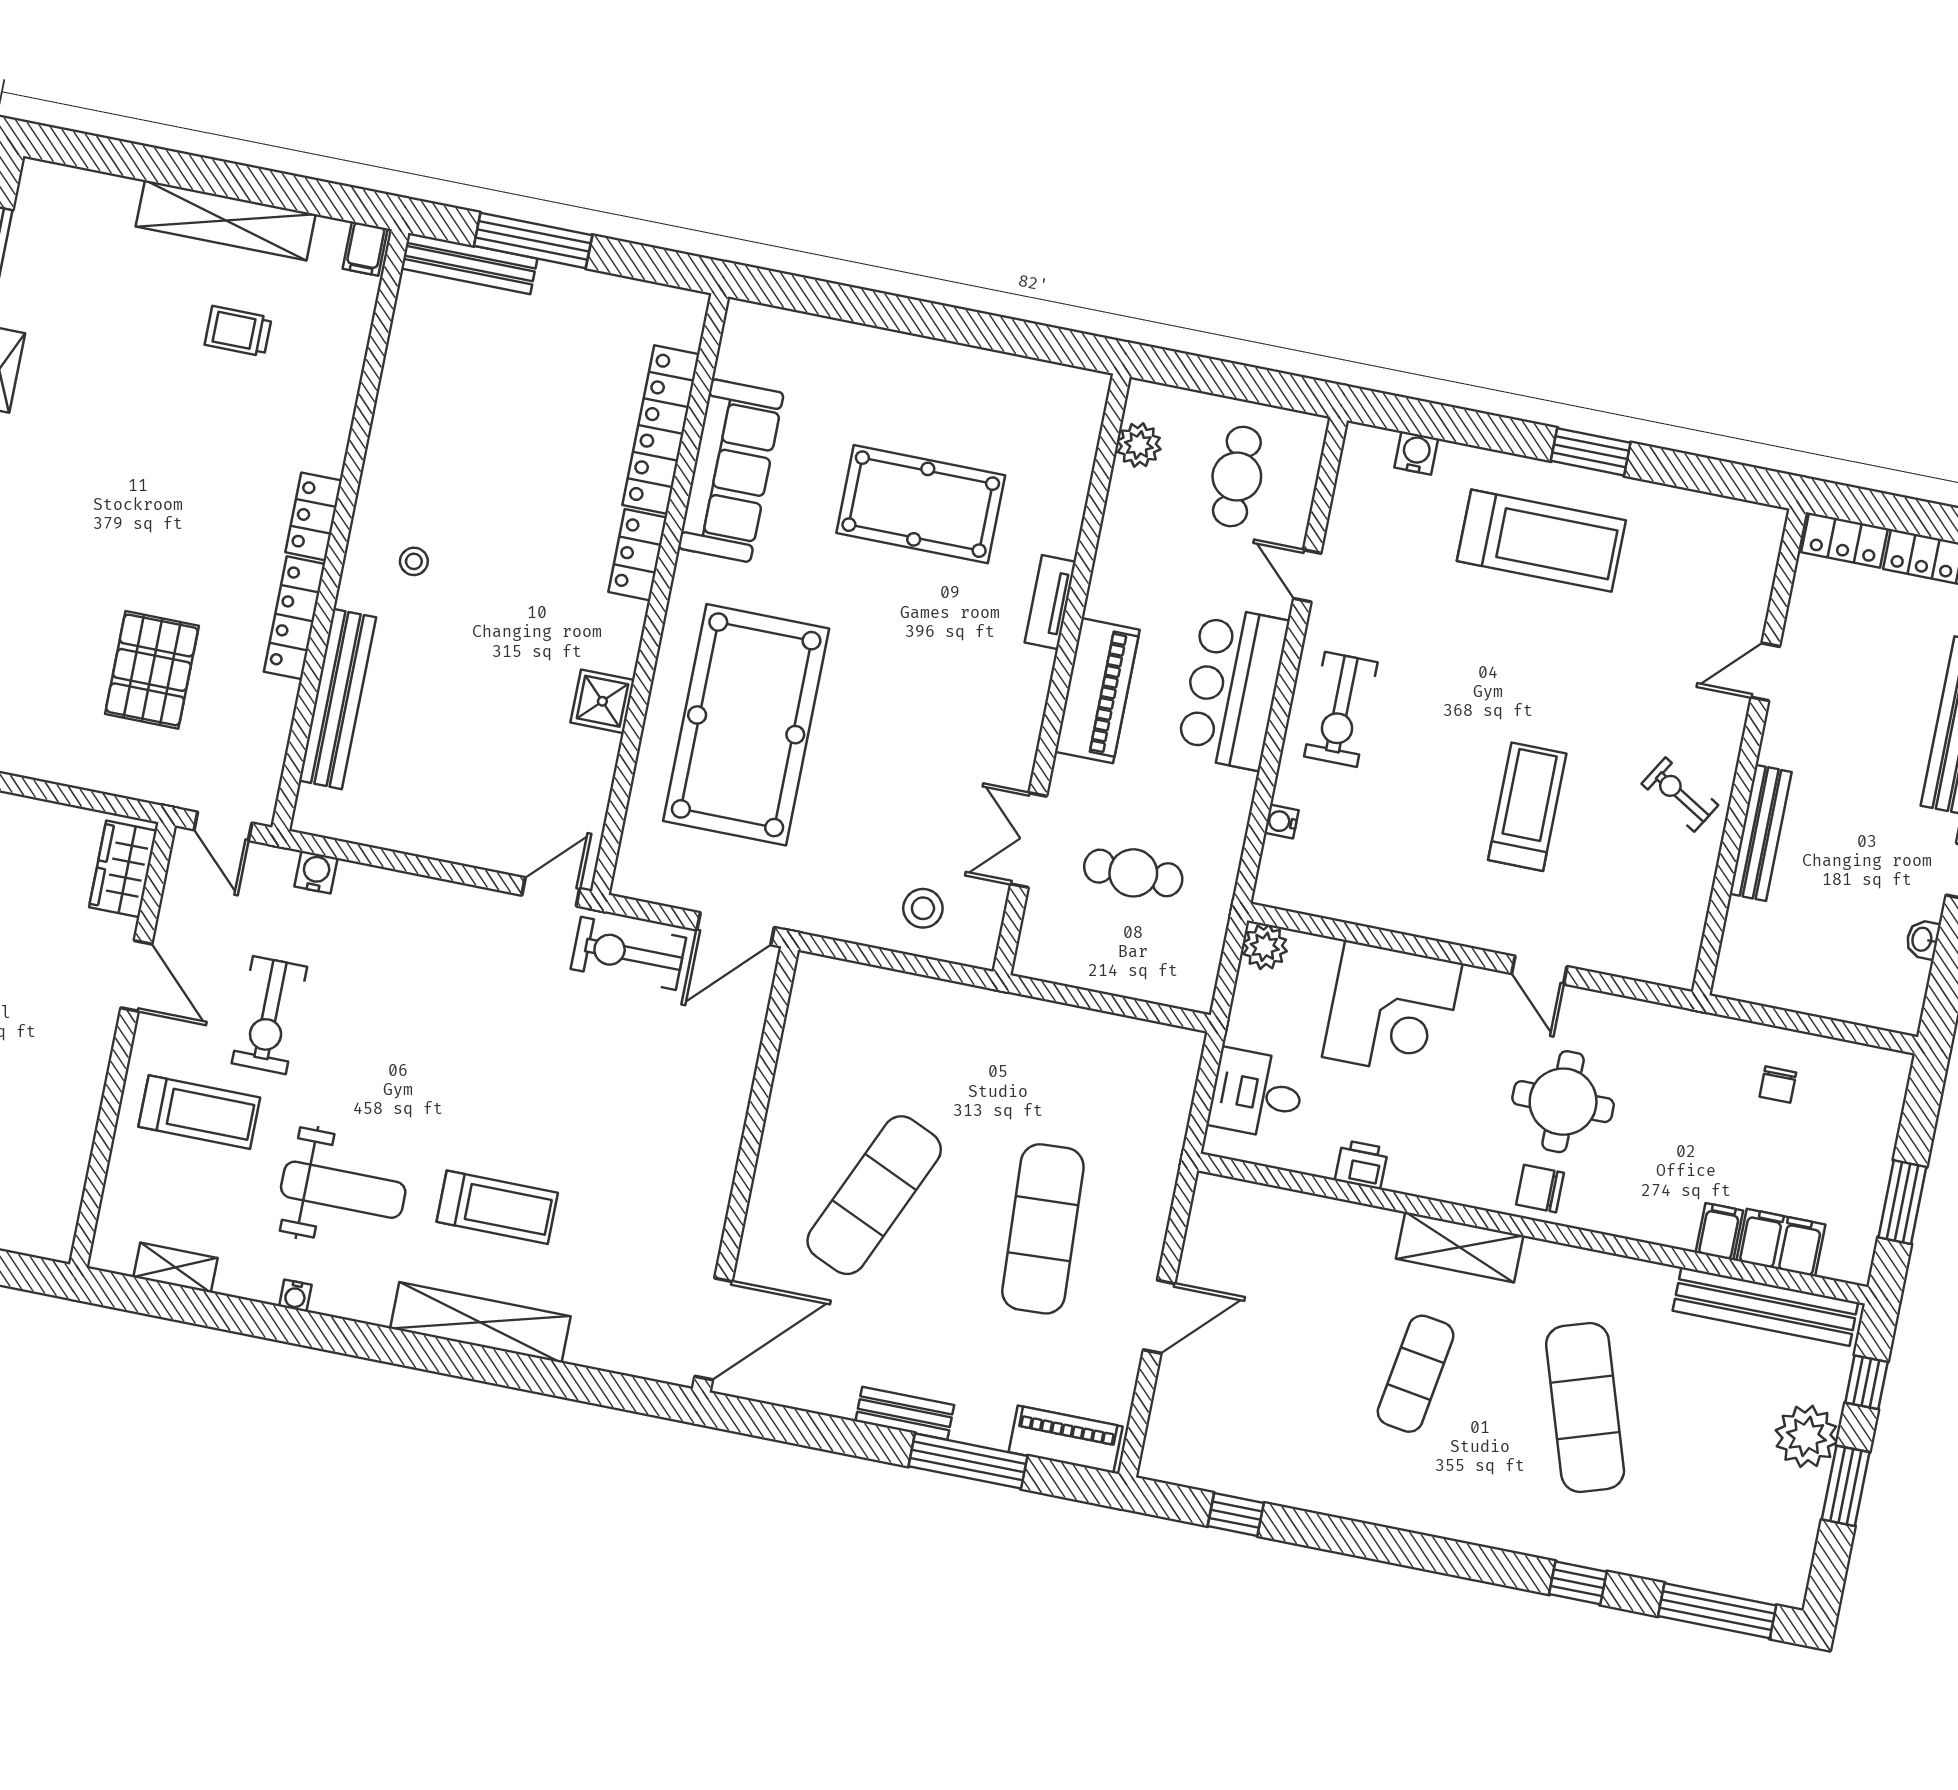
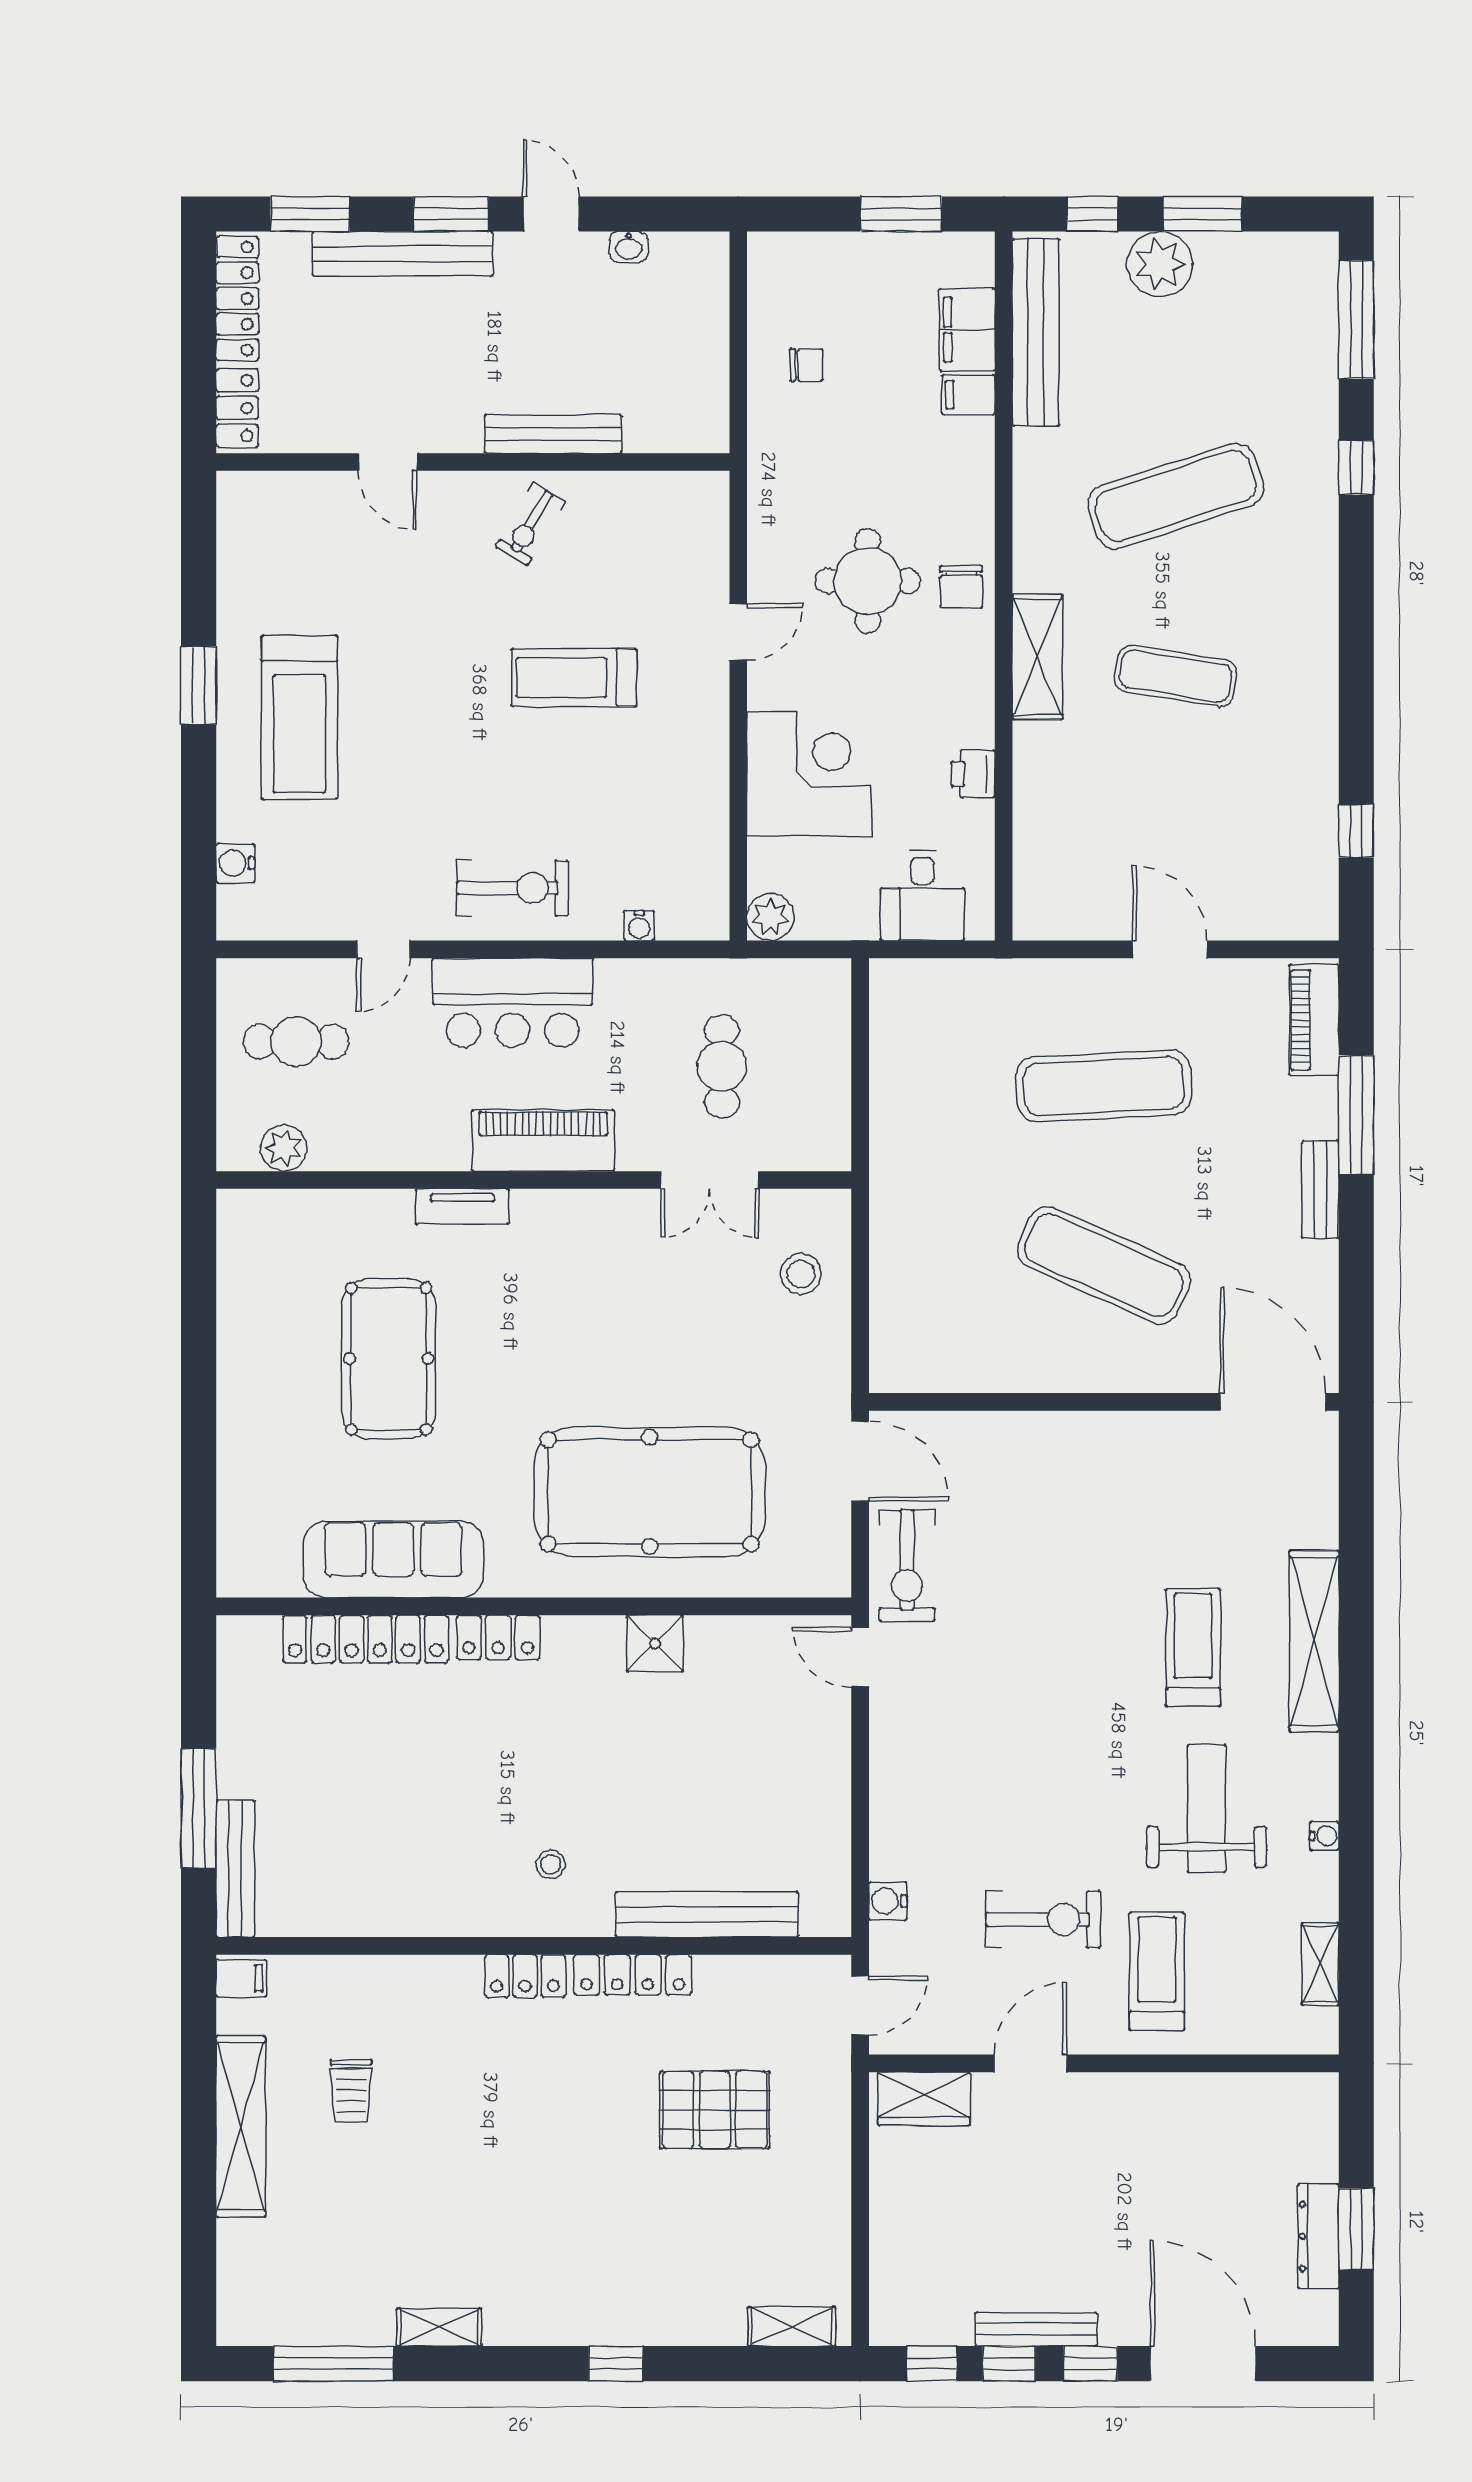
treadmill: (1541, 541) -> (299, 718), turned 180

